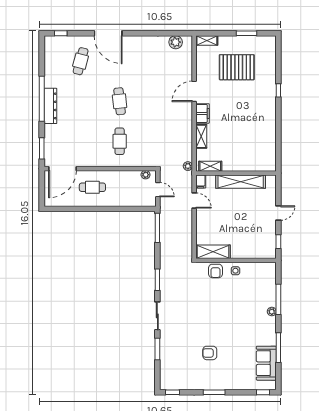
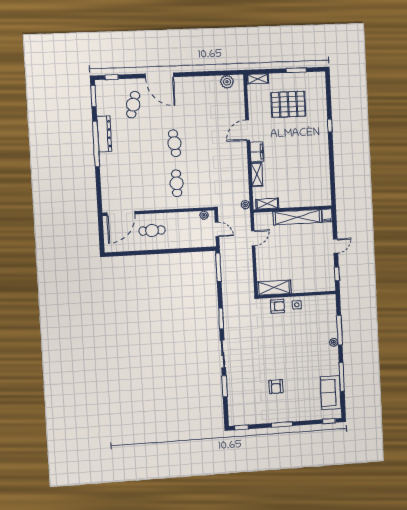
dresser: (50, 106) -> (104, 134), moved
window: (42, 148) -> (93, 96), moved
filing cabinet: (201, 181) -> (327, 215), moved
door: (194, 200) -> (253, 238), hinge flipped
armchair: (216, 271) -> (277, 306), turned -90
armchair: (210, 353) -> (276, 387), turned -90

